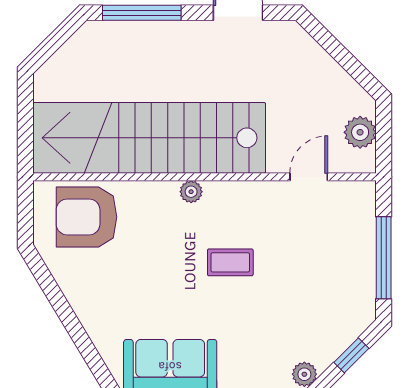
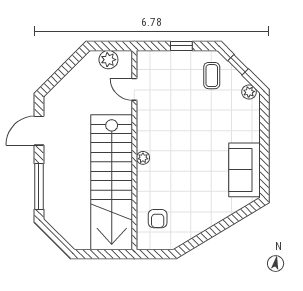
armchair: (87, 217) -> (158, 219), width x0.53, depth x0.53
window: (384, 258) -> (181, 46), width x0.46
coffee table: (230, 262) -> (212, 76), moved

